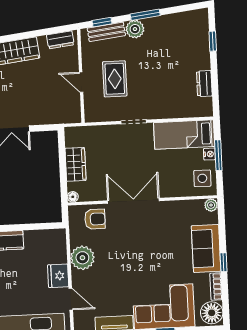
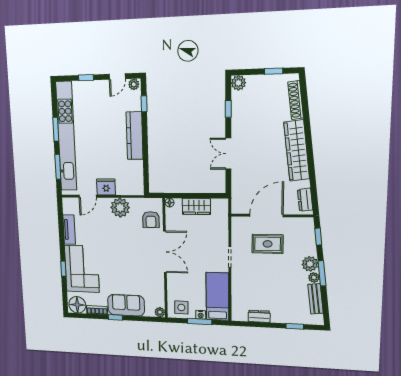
plant: (151, 23) -> (314, 277), added
bench: (106, 32) -> (315, 299), moved
door: (81, 82) -> (266, 215), width x1.88

